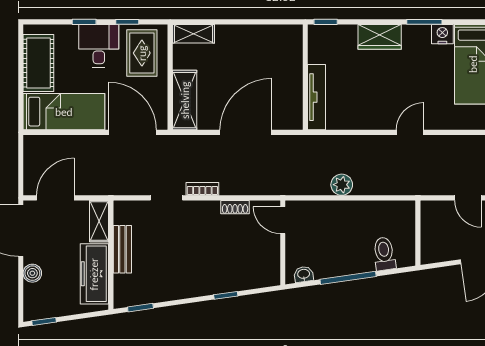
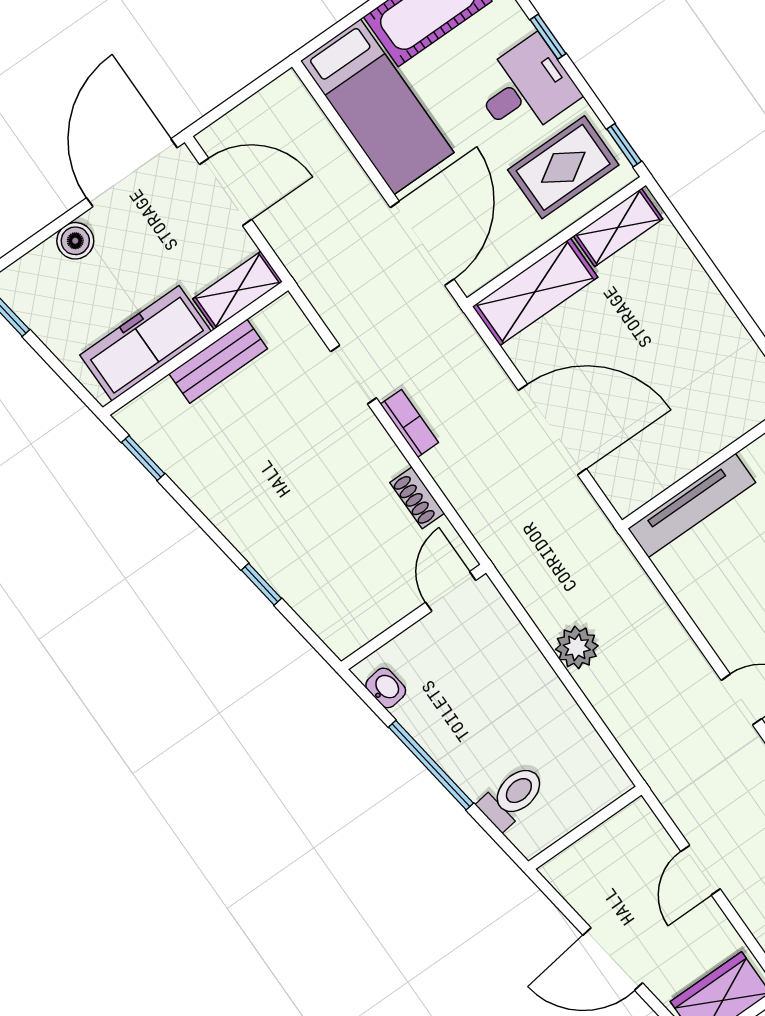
window: (127, 22) -> (624, 145), moved
shelving: (193, 34) -> (618, 227), moved, turned 90

